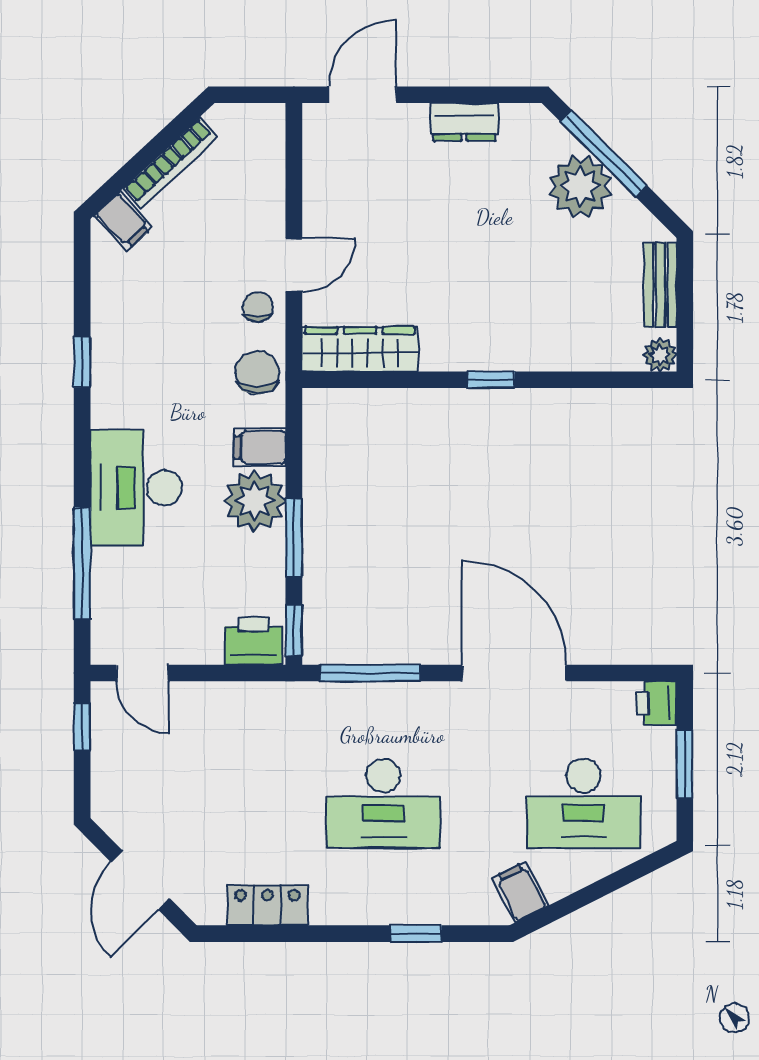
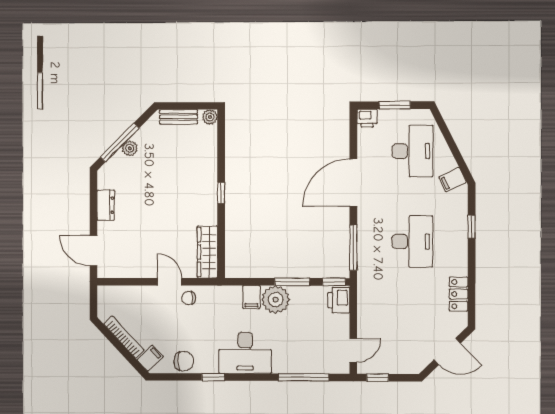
plant: (580, 186) -> (130, 148), width x0.53, depth x0.53
chair: (257, 373) -> (184, 361), moved, turned 180
desk: (136, 488) -> (245, 353), moved

